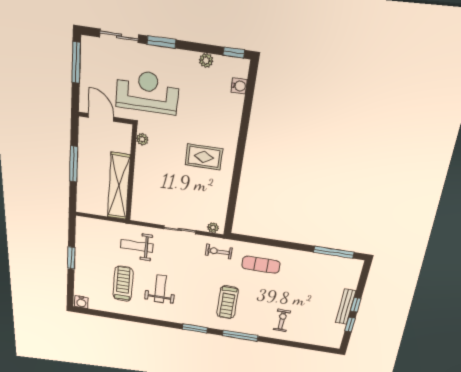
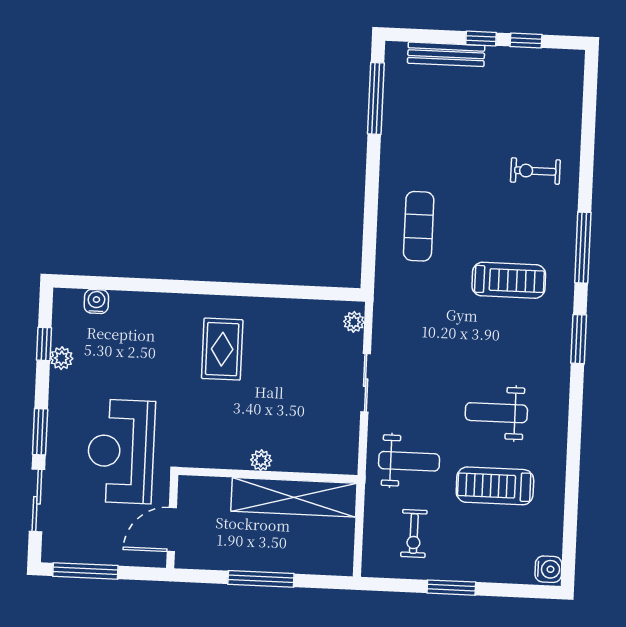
window: (234, 53) -> (44, 344), moved
plant: (142, 139) -> (261, 460), moved
weight bench: (137, 246) -> (409, 461), turned -90
exercise bike: (219, 252) -> (414, 534), moved
bench: (346, 307) -> (446, 54), moved

